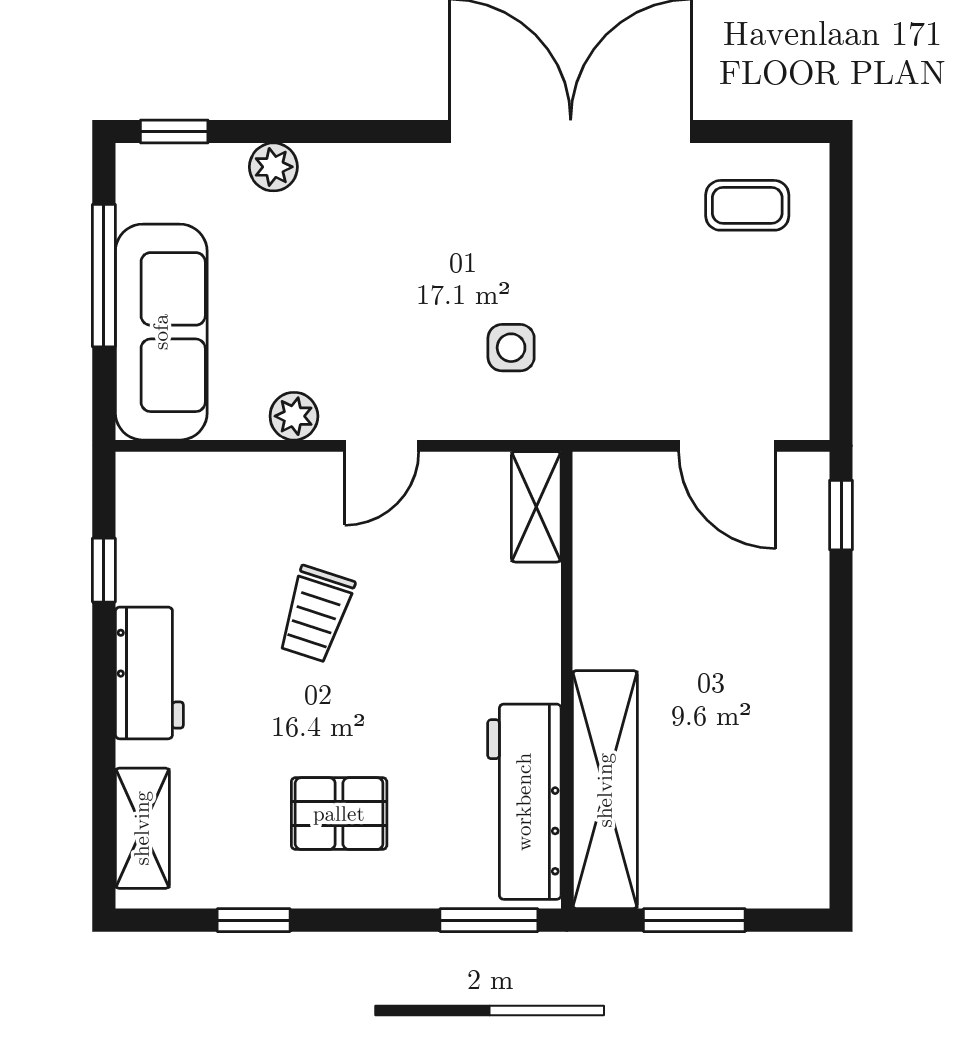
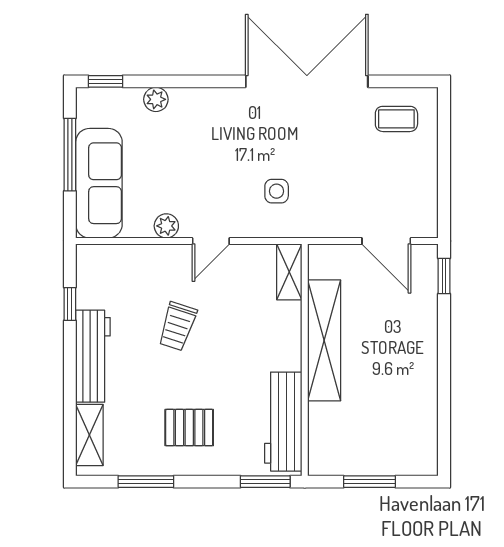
workbench: (149, 673) -> (93, 356), width x1.38
shelving: (605, 790) -> (324, 340), moved
window: (254, 920) -> (146, 482), width x1.50

